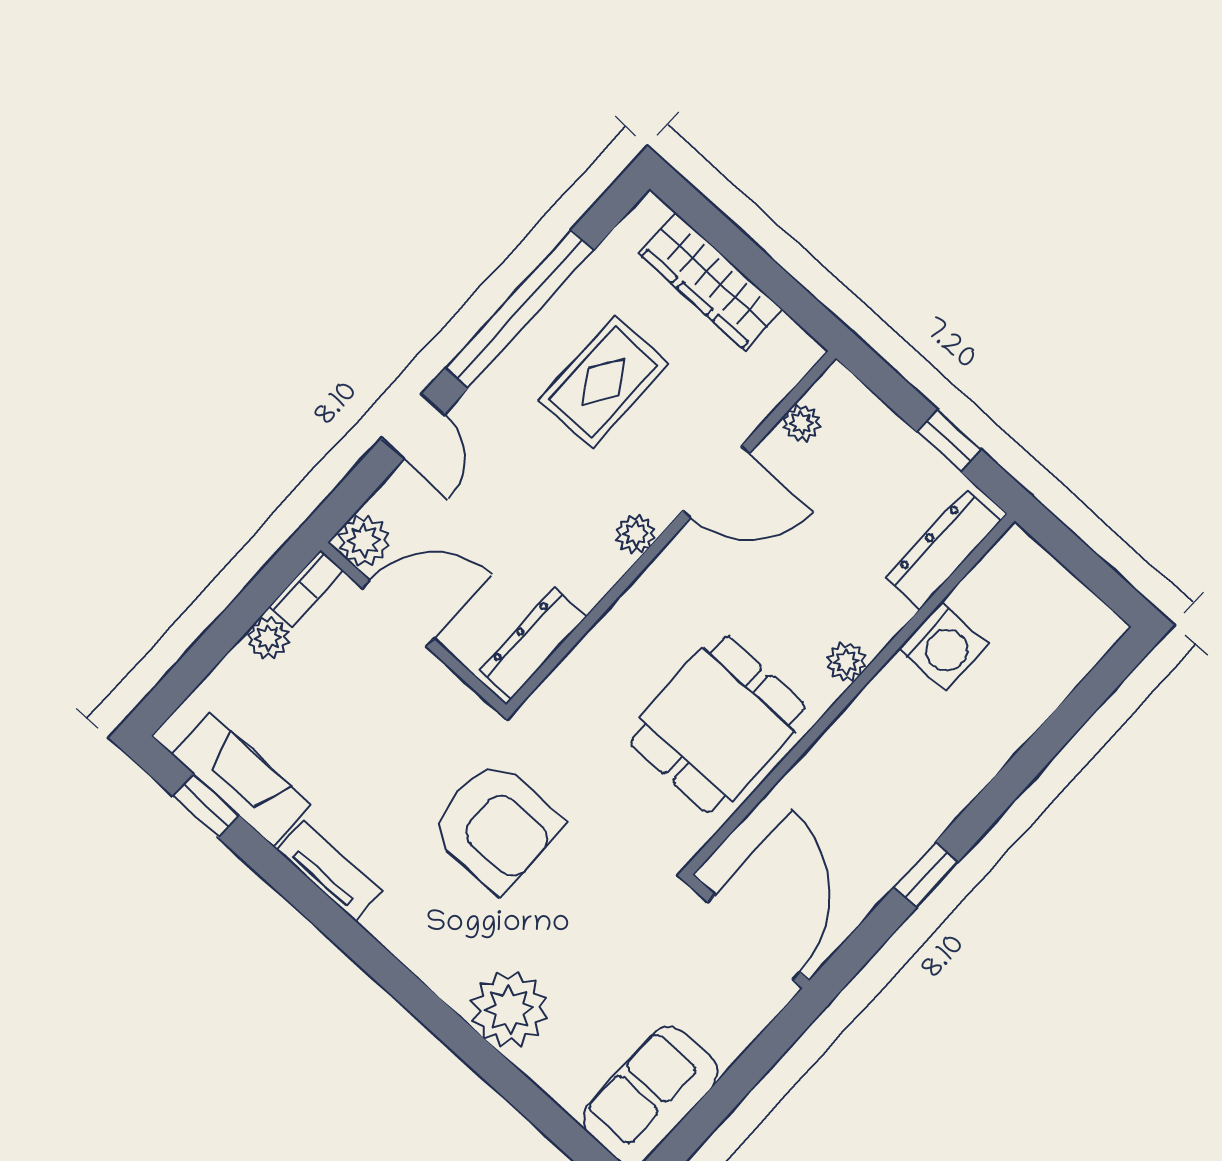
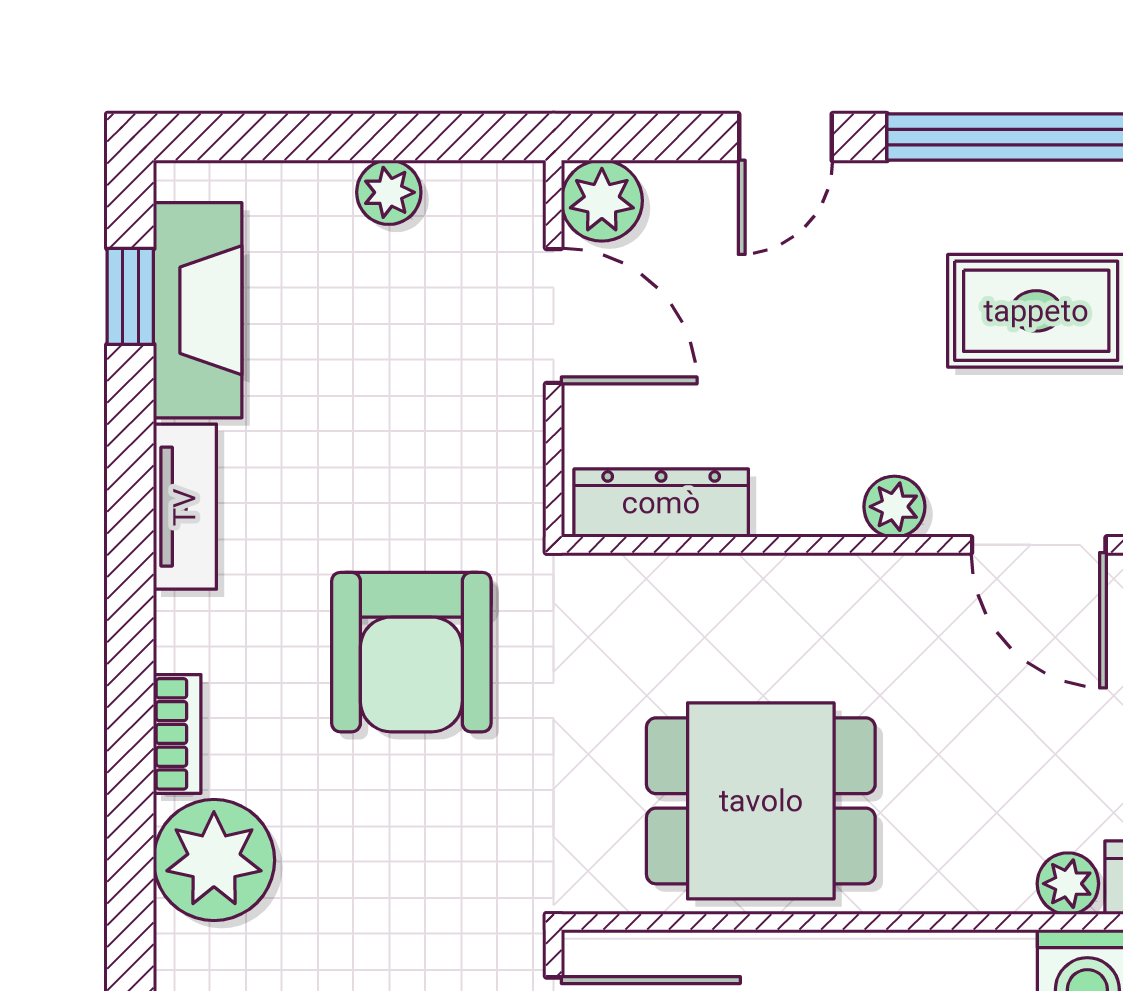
bookcase: (306, 588) -> (177, 734), moved, turned -90
plant: (846, 662) -> (1068, 884), moved

